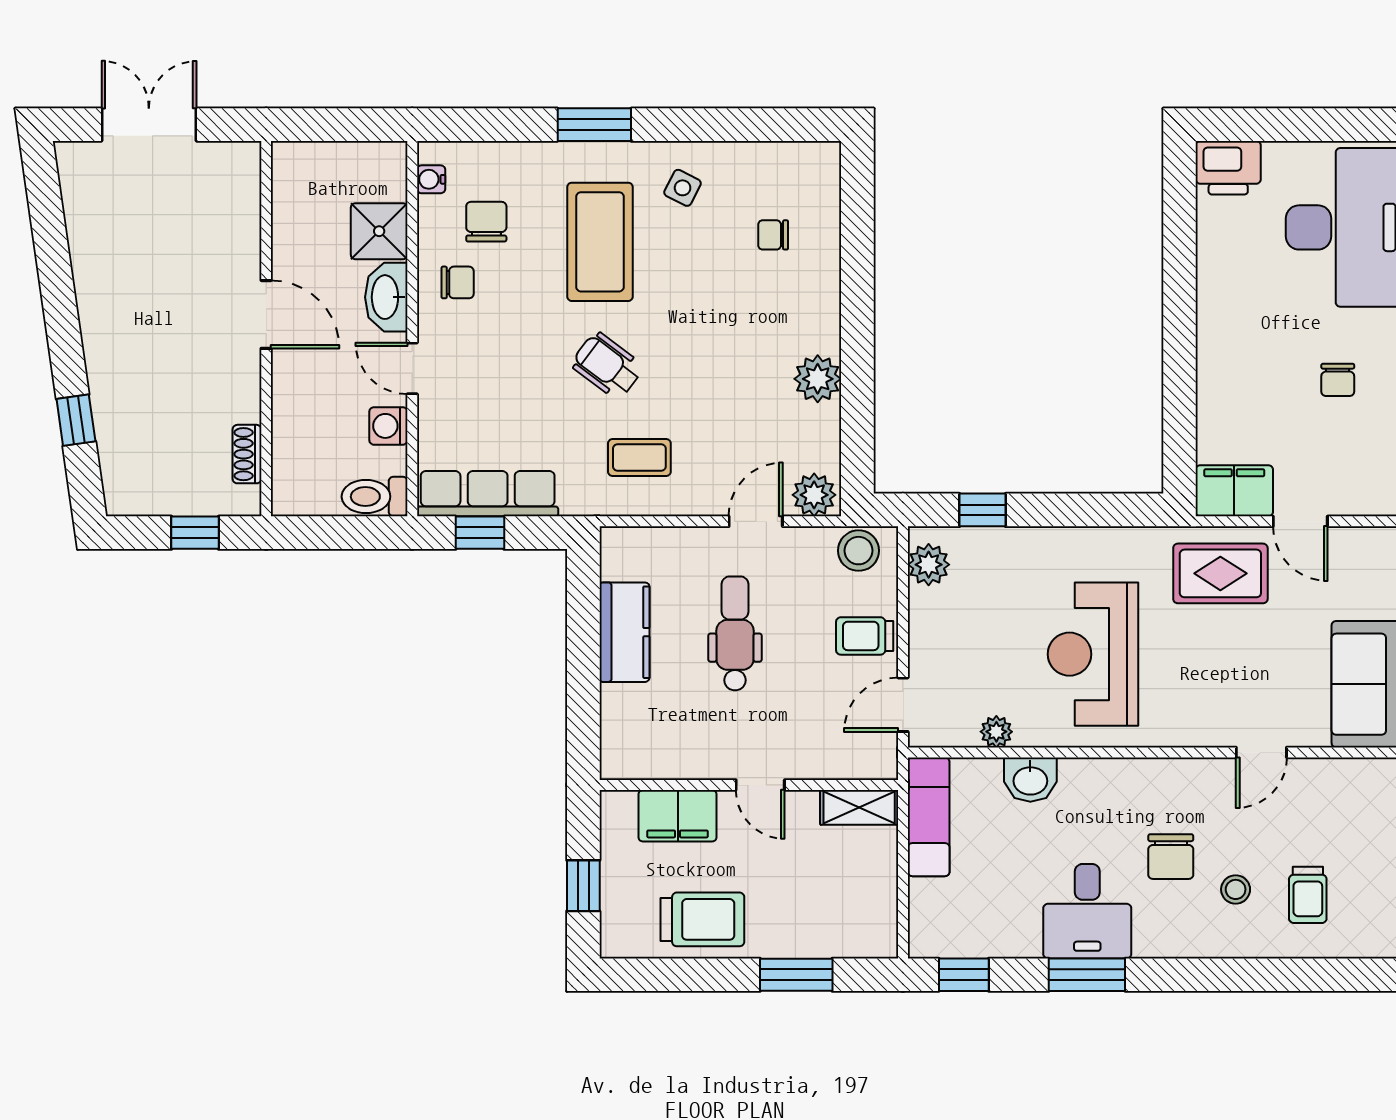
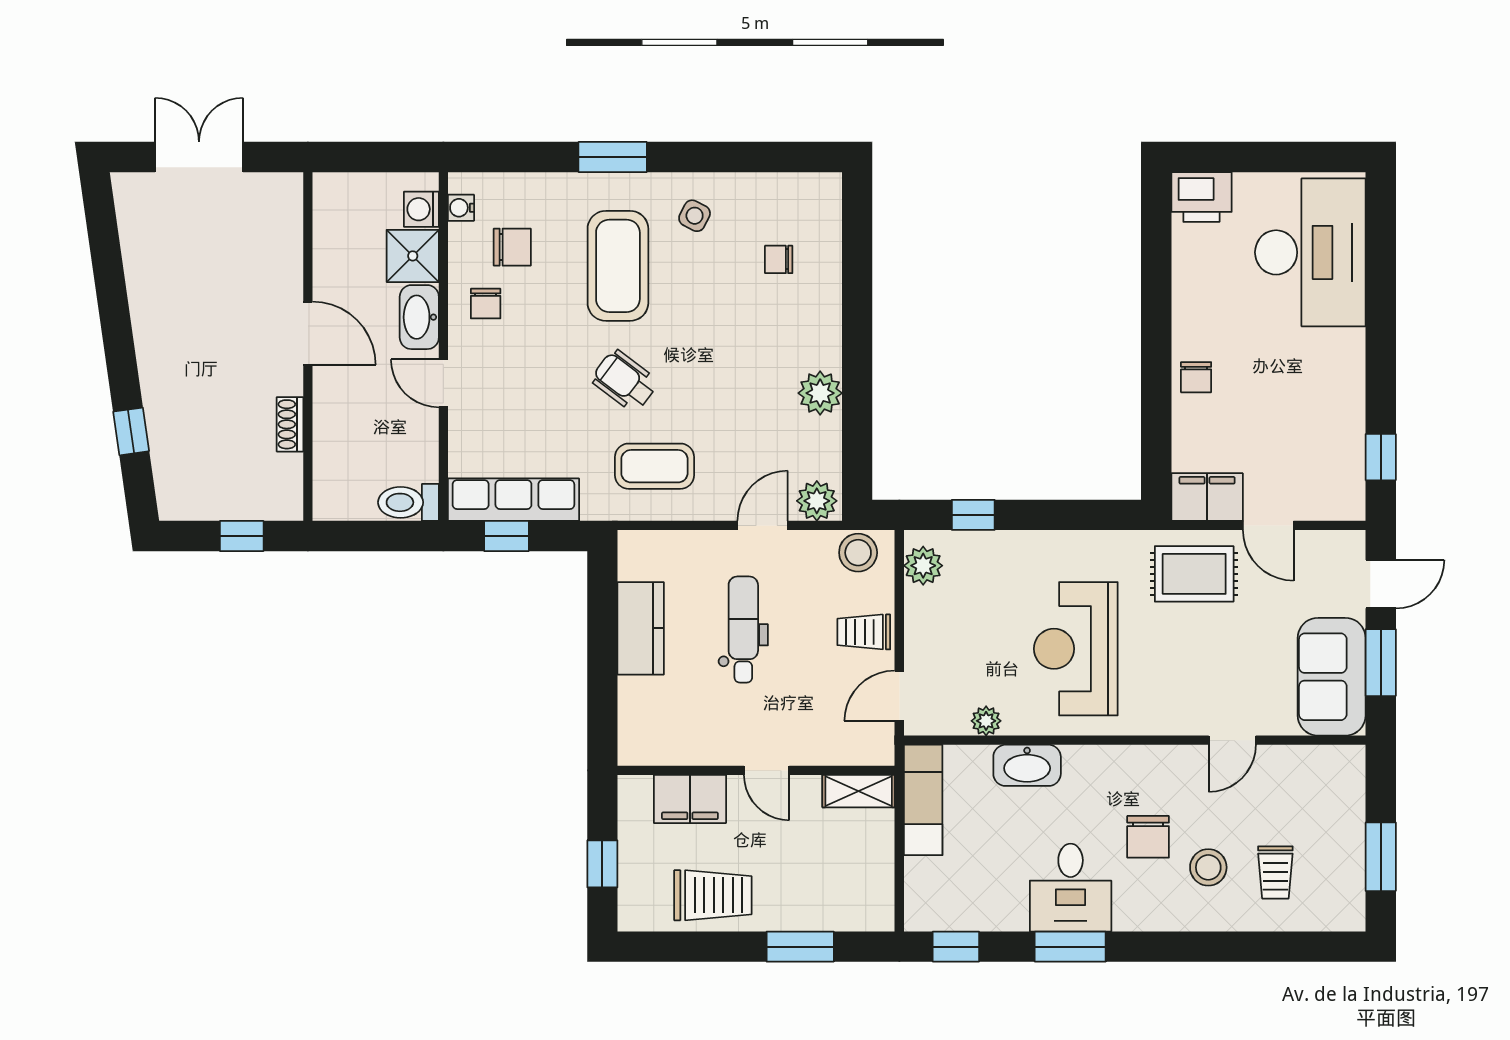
chair: (486, 222) -> (512, 247), turned 90
chair: (458, 282) -> (486, 304), turned 90
chair: (1338, 380) -> (1196, 377), moved
washing machine: (388, 426) -> (421, 209), moved
shoe rack: (247, 454) -> (290, 424), moved
coffee table: (639, 458) -> (654, 466), width x1.36, depth x1.30
washbasin: (1030, 780) -> (1027, 765), width x1.38
stool: (1236, 889) -> (1208, 867), width x1.37, depth x1.37

